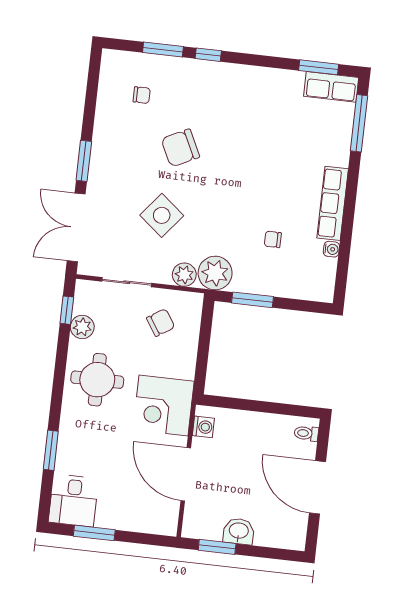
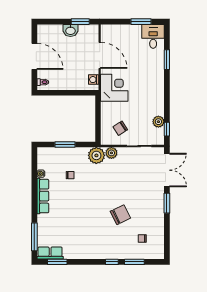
side table: (162, 215) -> (126, 181), removed
window: (252, 300) -> (65, 144), moved
round table: (97, 380) -> (148, 97), removed

